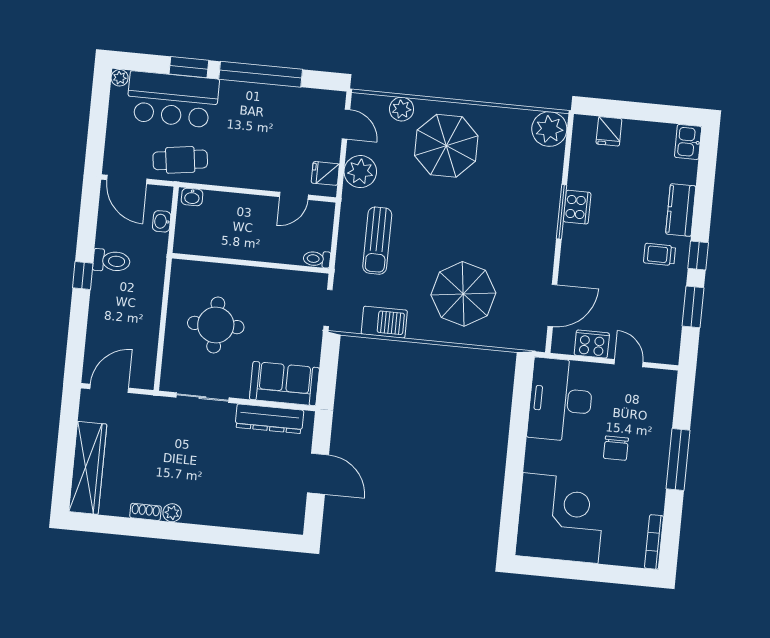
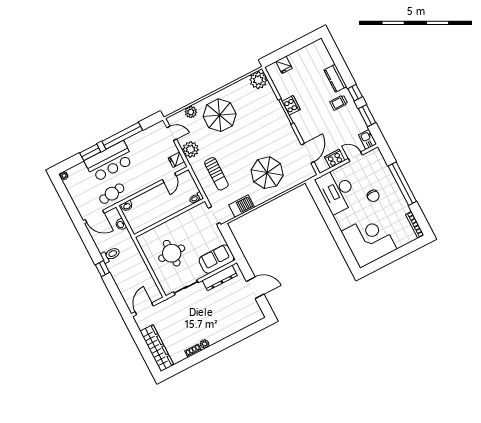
bar counter: (173, 100) -> (109, 161), moved
kitchen sink: (688, 142) -> (368, 139), moved
window: (678, 459) -> (402, 184), width x1.46

